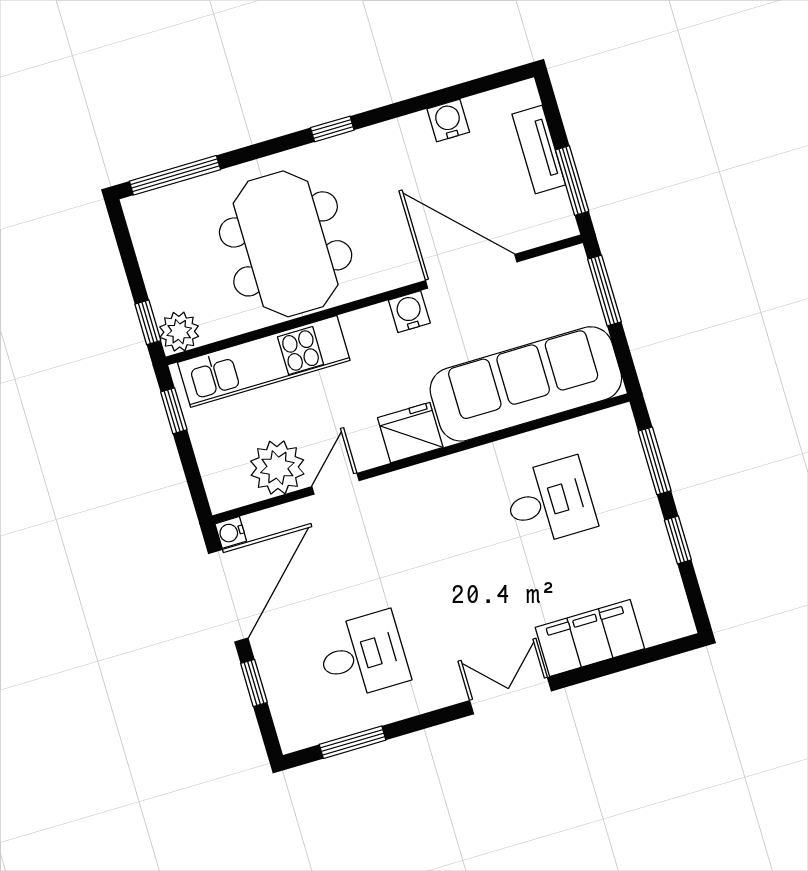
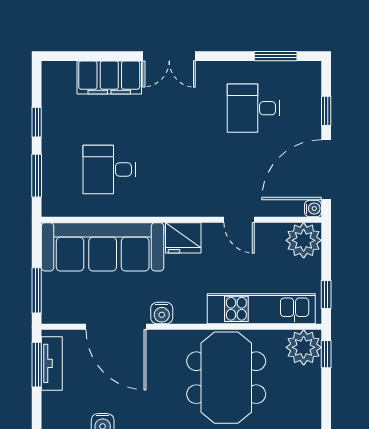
tv unit: (539, 149) -> (52, 363), moved
plant: (179, 332) -> (304, 347), width x1.36, depth x1.36
plant: (277, 468) -> (304, 240), moved
door: (335, 484) -> (239, 220), hinge flipped

